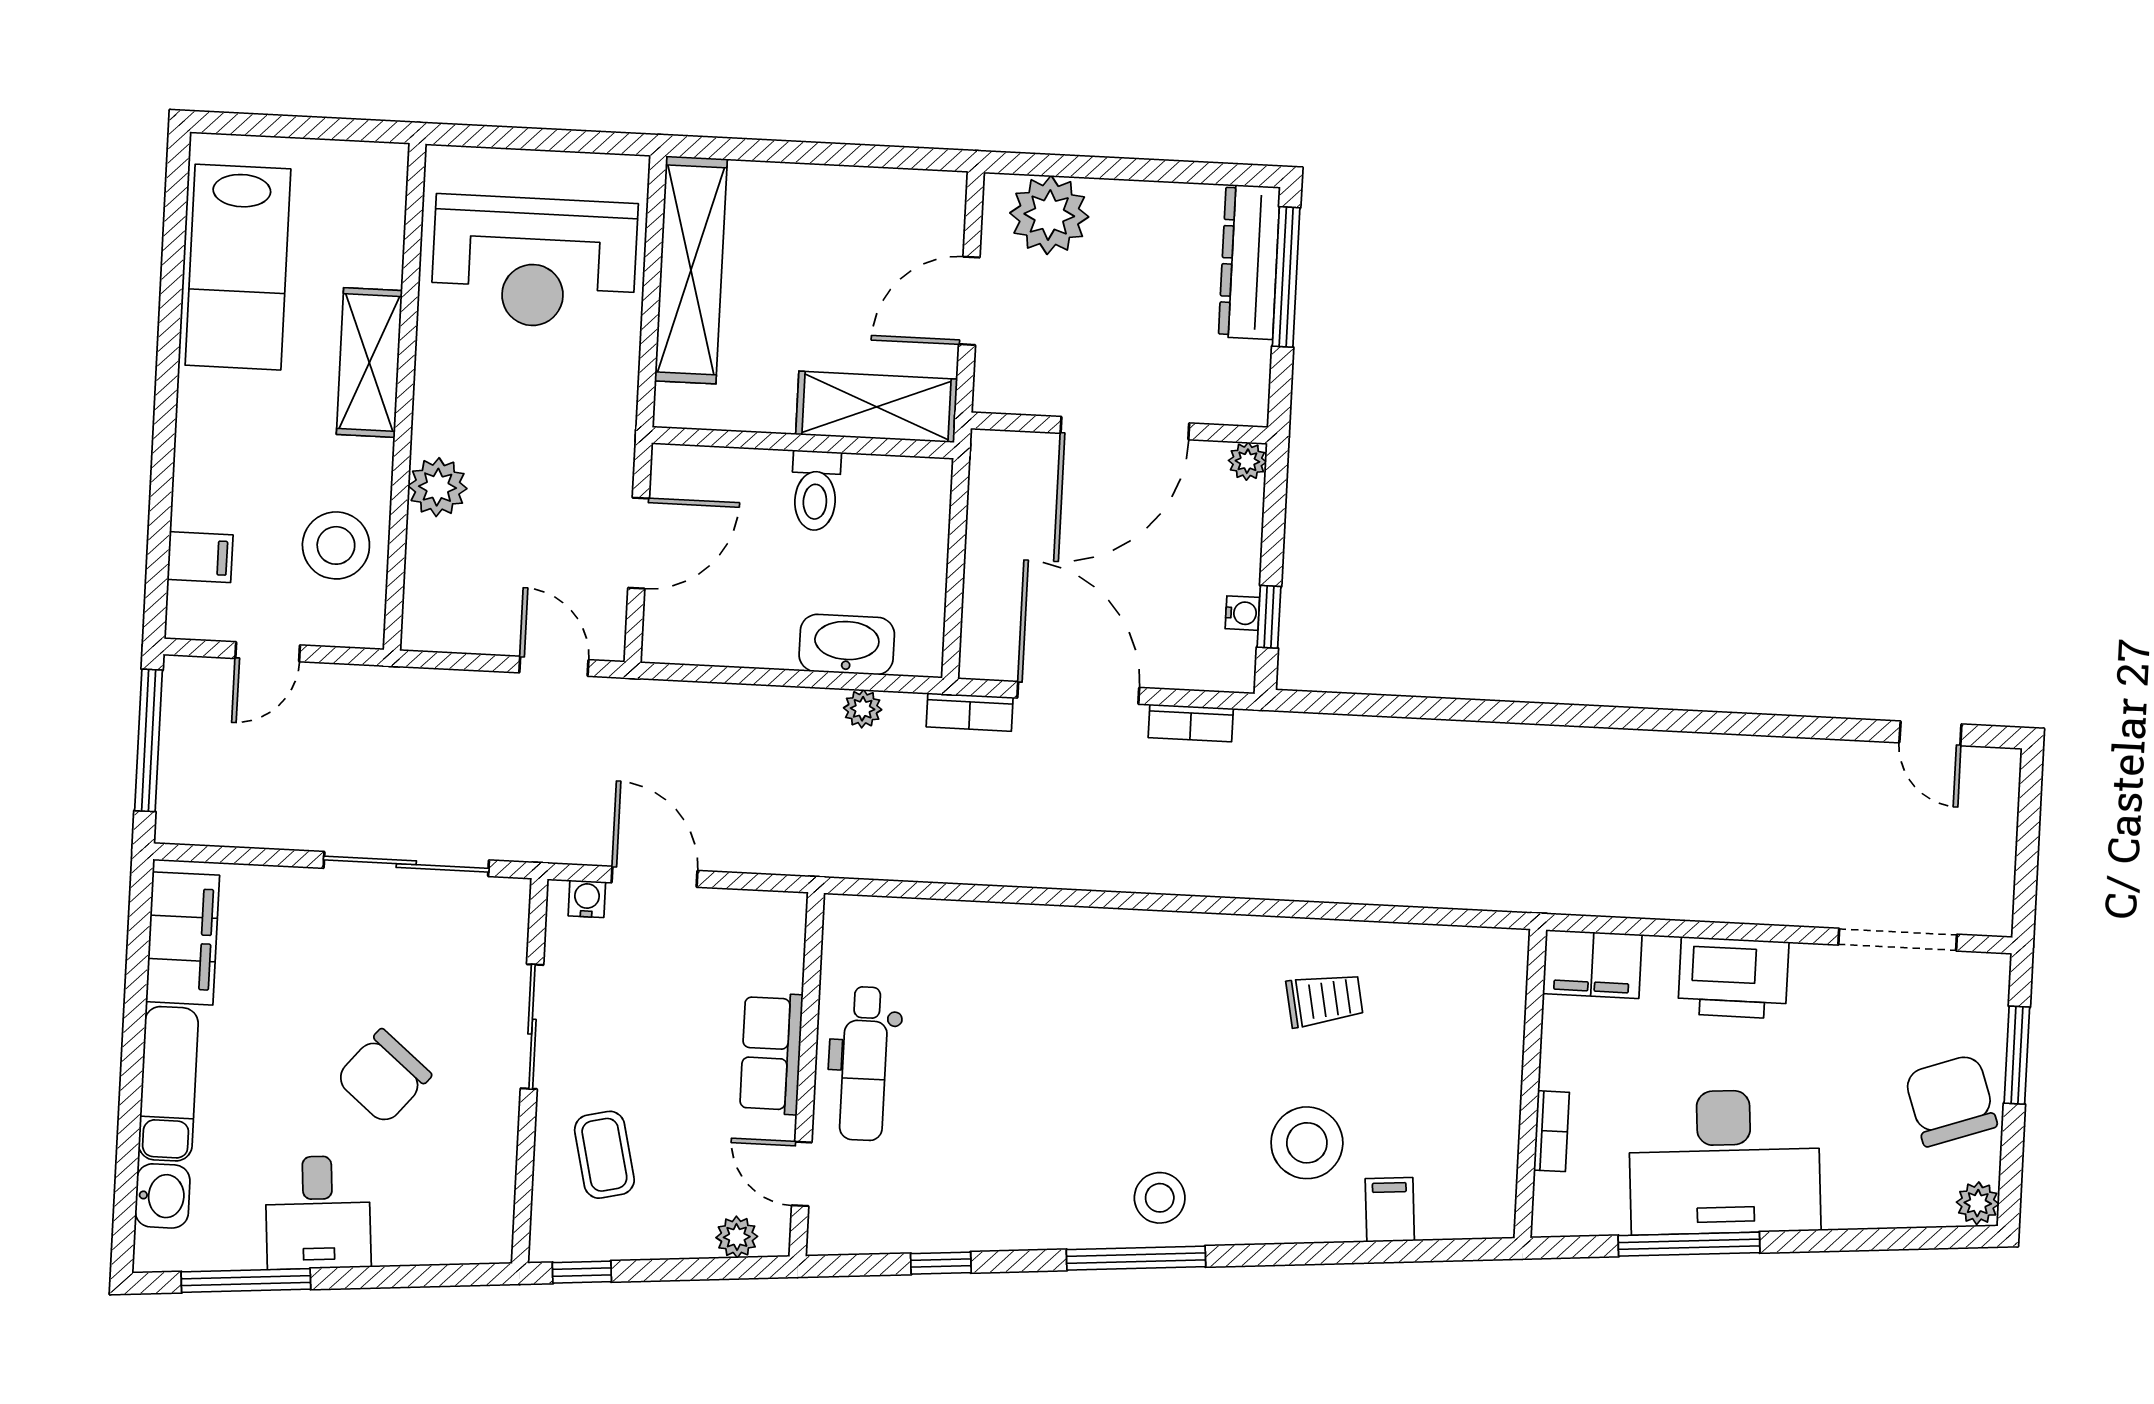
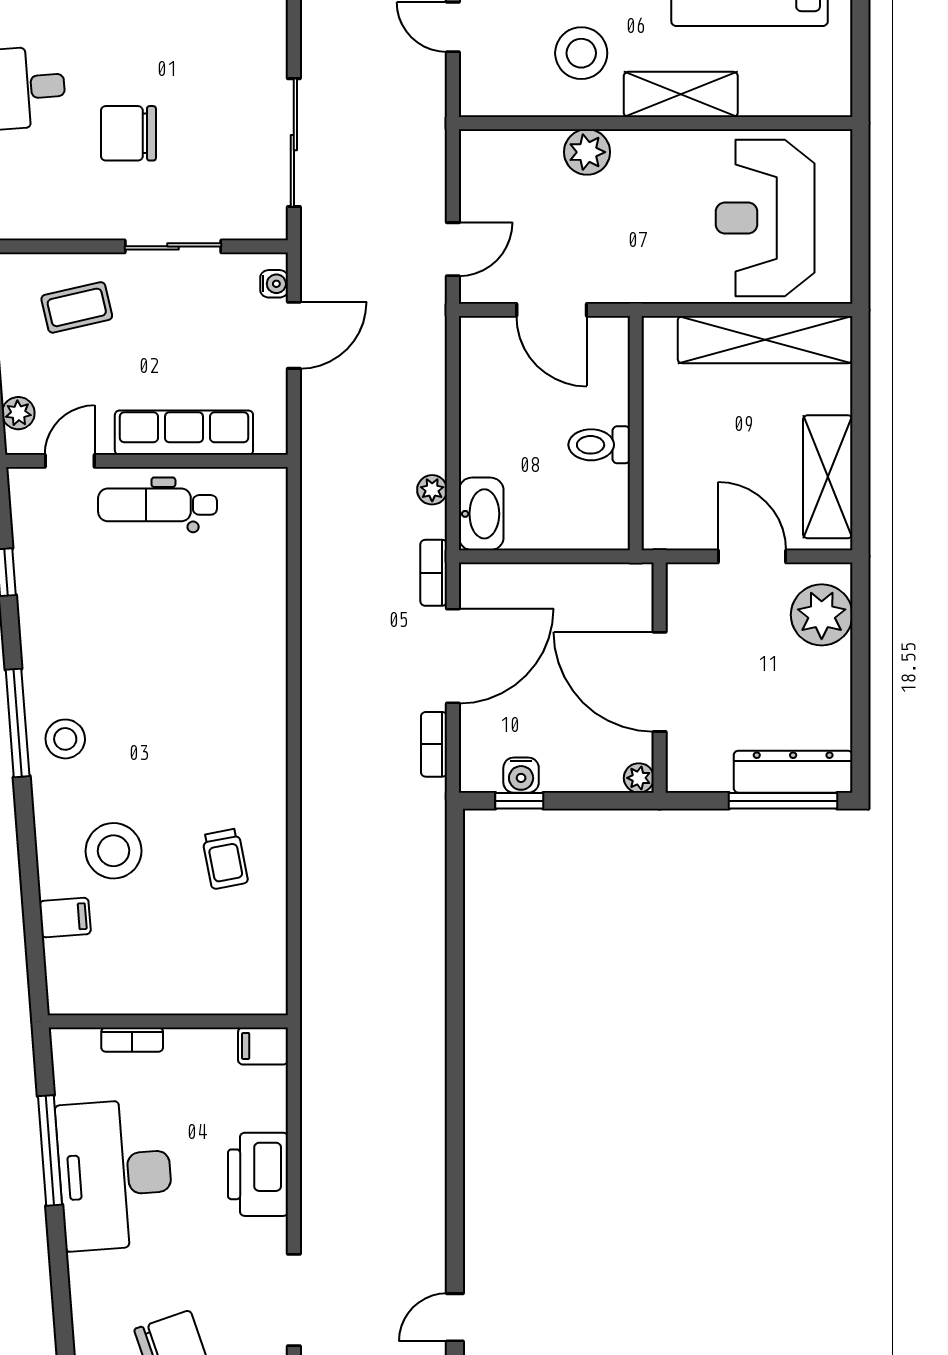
shelving: (877, 407) -> (828, 477), moved
stool: (336, 545) -> (581, 53), moved
water cooler: (1242, 613) -> (521, 775), width x1.38, depth x1.38
washbasin: (847, 645) -> (481, 514), moved
filing cabinet: (1592, 964) -> (263, 1046), width x0.50
row of seats: (771, 1053) -> (184, 433), width x1.48
chair: (383, 1077) -> (128, 133), turned -40

